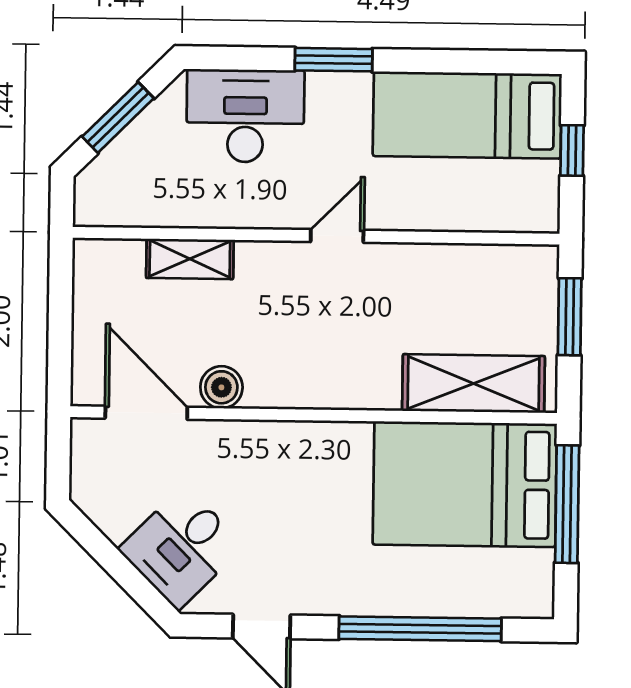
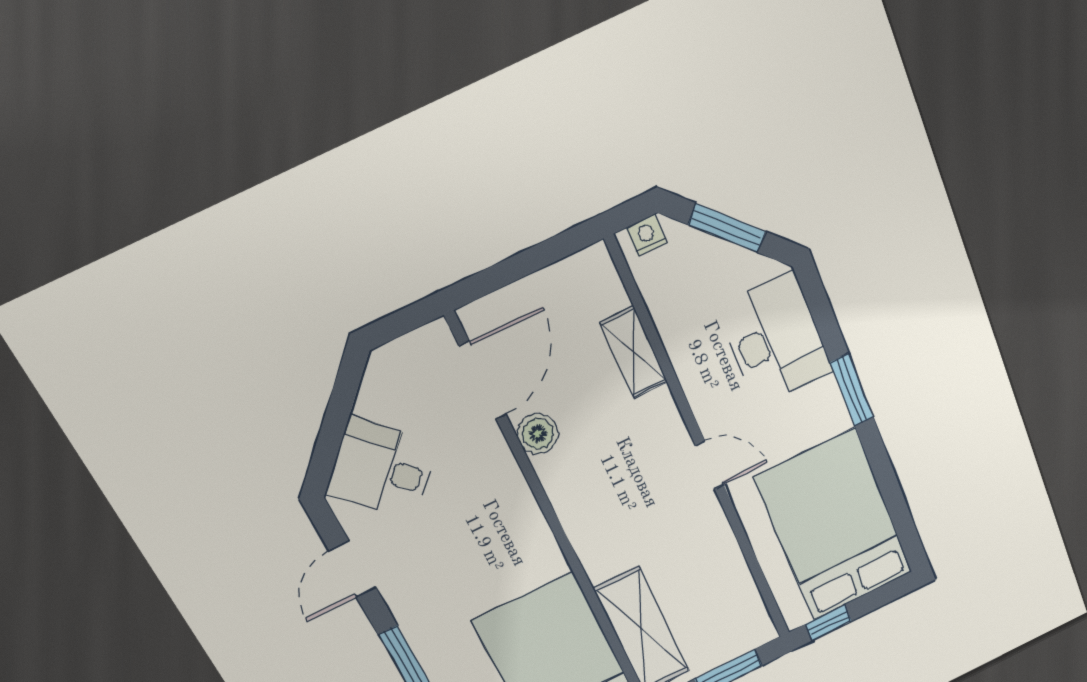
bed: (467, 115) -> (834, 526), width x1.50
window: (572, 150) -> (828, 623), moved
nightstand: (89, 196) -> (647, 235), added

